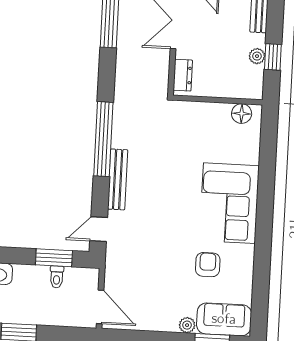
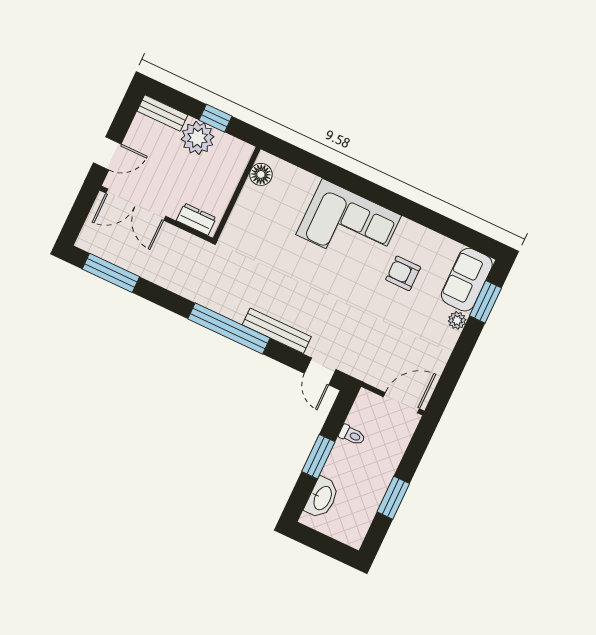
plant: (257, 56) -> (198, 138), width x1.87, depth x1.87
window: (54, 258) -> (318, 457), moved

